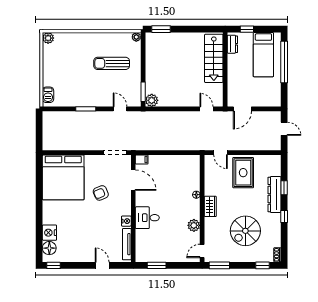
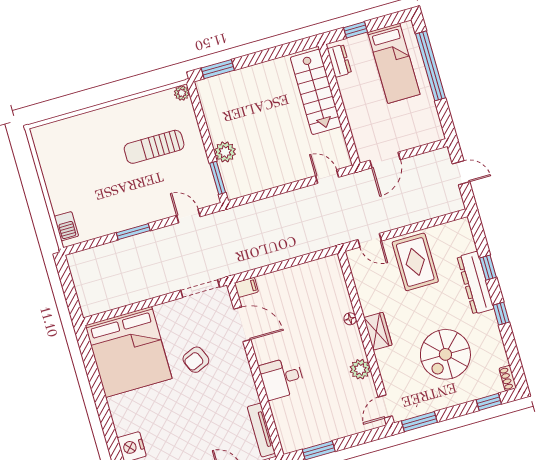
plant: (48, 38) -> (41, 135), removed
plant: (152, 100) -> (225, 152), moved
nightstand: (126, 221) -> (250, 393), removed

